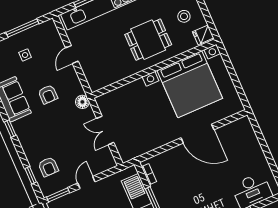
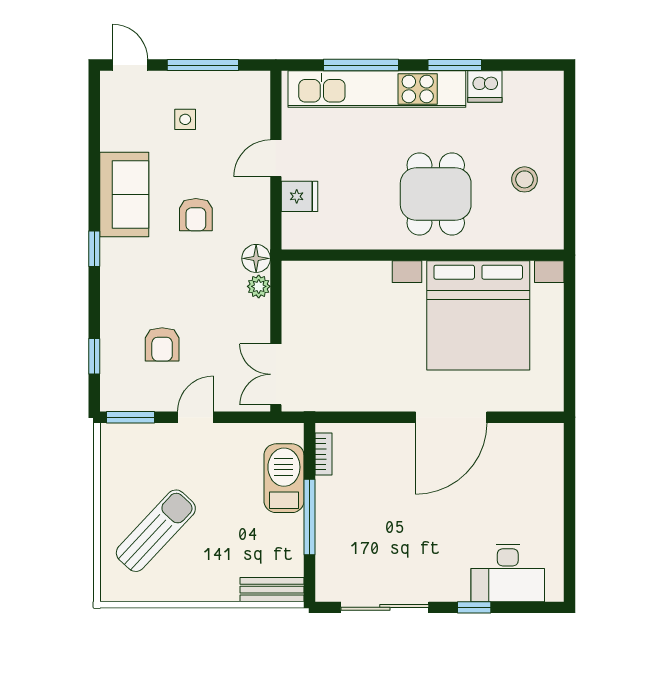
fridge: (203, 35) -> (300, 196), moved, turned 180
dining table: (148, 40) -> (436, 194), turned 90
plant: (89, 114) -> (259, 286), added
double door: (105, 130) -> (276, 374), moved
door: (197, 134) -> (451, 417), hinge flipped
armchair: (48, 167) -> (162, 344), moved

